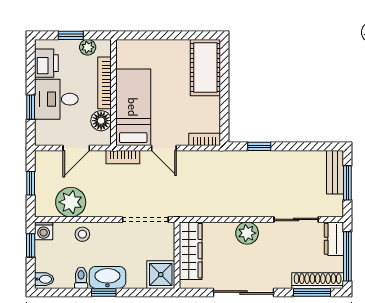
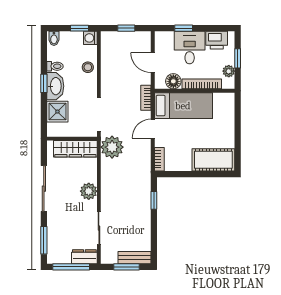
plant: (71, 202) -> (112, 147), moved
shower: (161, 275) -> (57, 112), moved
shoe rack: (318, 281) -> (53, 244), removed

